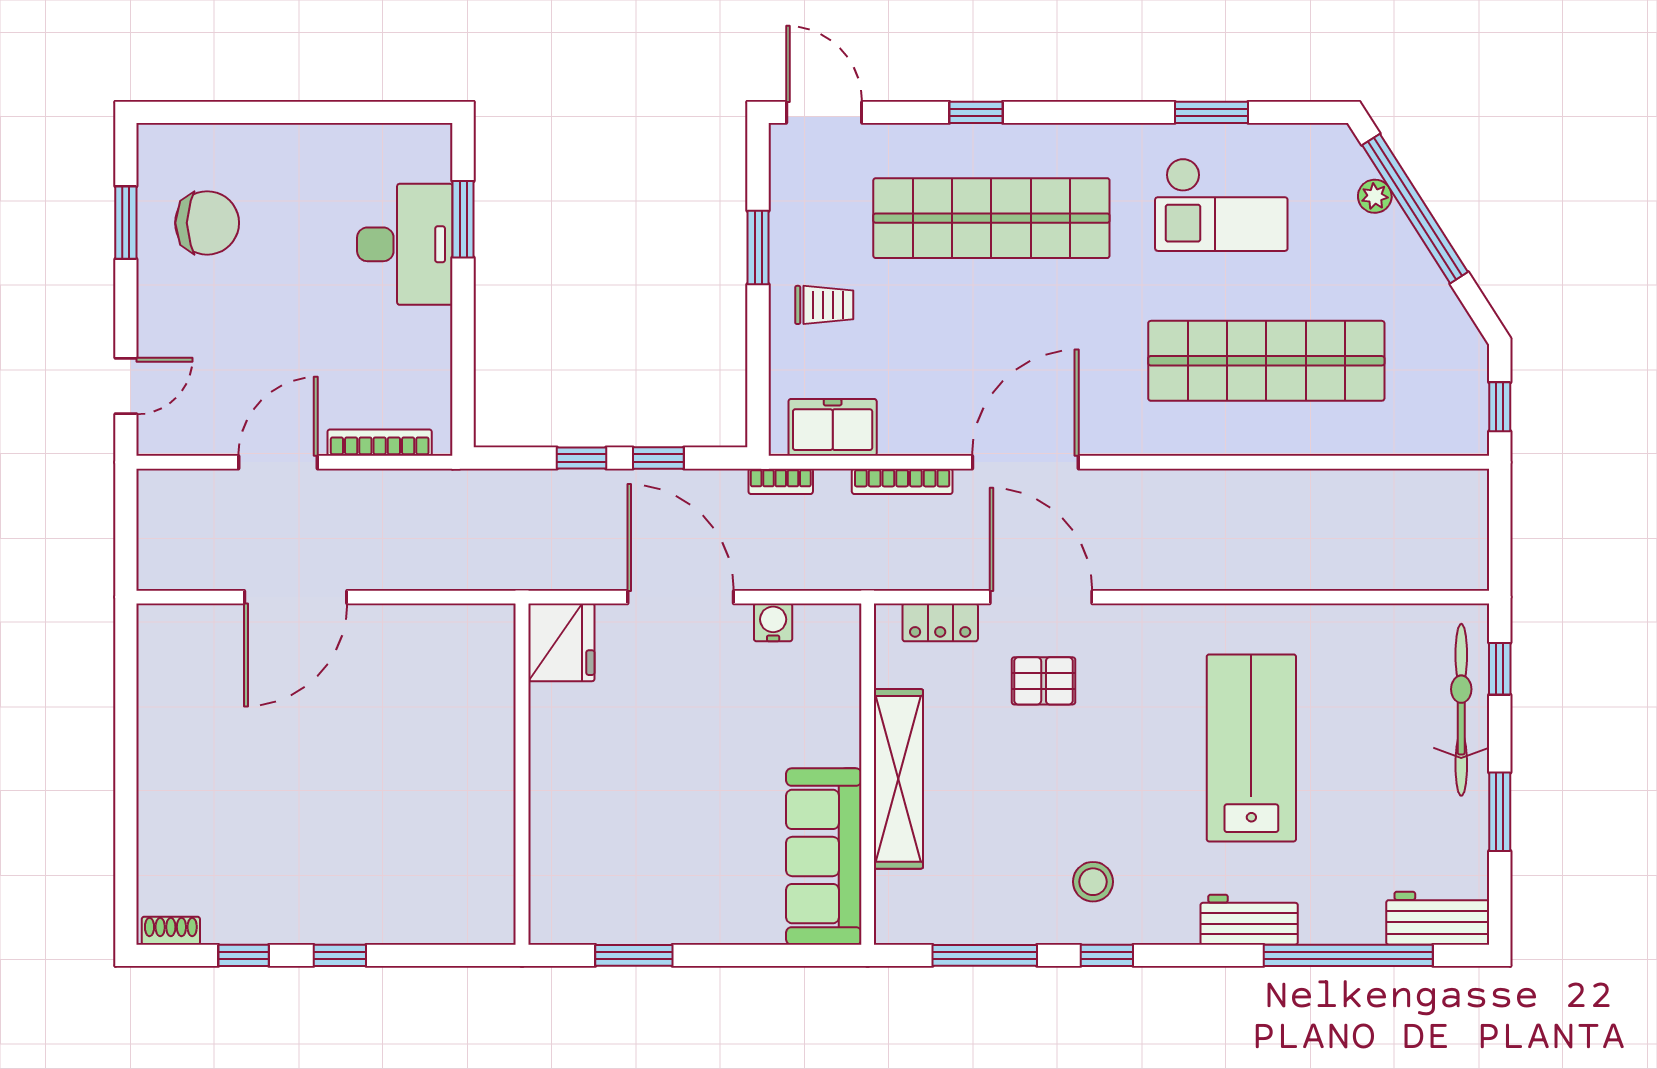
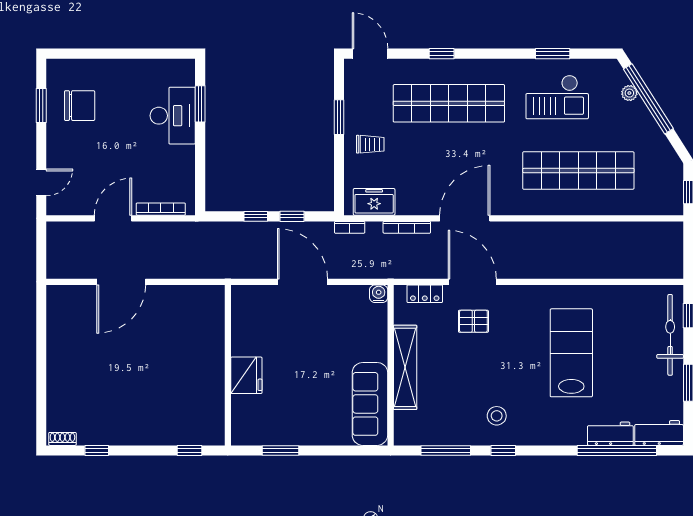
water cooler: (773, 622) -> (379, 294), moved
fridge: (561, 642) -> (246, 375), moved
workbench: (1249, 920) -> (610, 434), moved
window: (340, 955) -> (189, 450), moved

